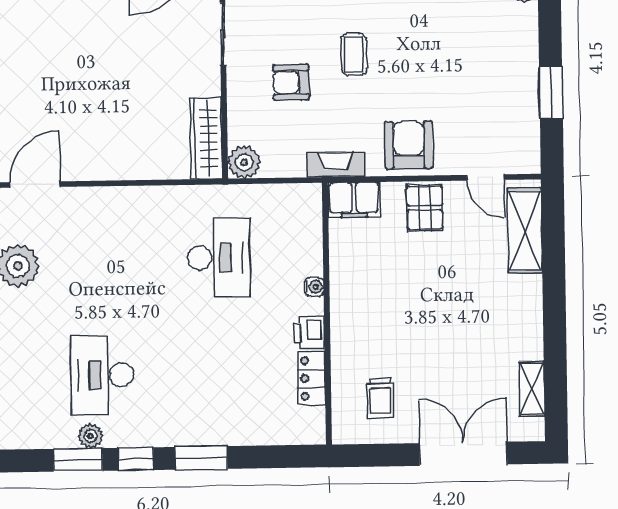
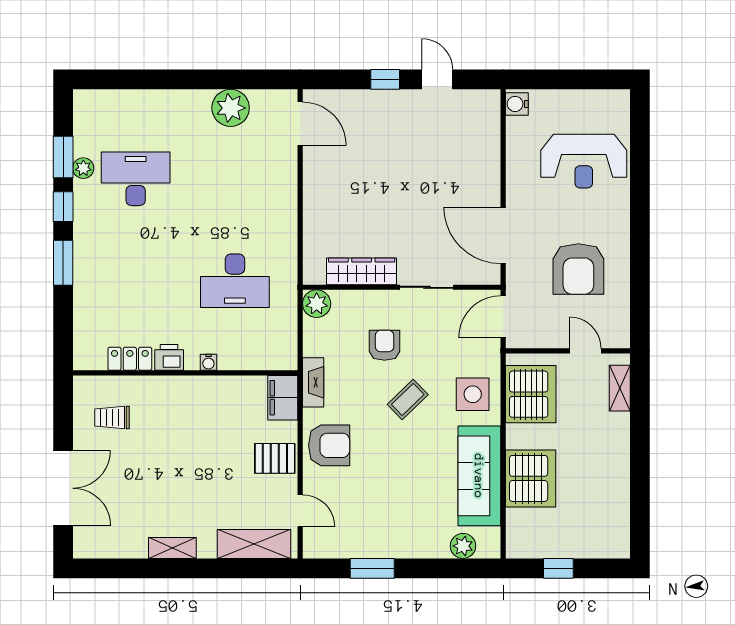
coffee table: (354, 54) -> (408, 399), turned -44
wardrobe: (206, 138) -> (362, 271), moved
door: (485, 177) -> (300, 511), swing flipped
shelving: (532, 389) -> (172, 548), moved

